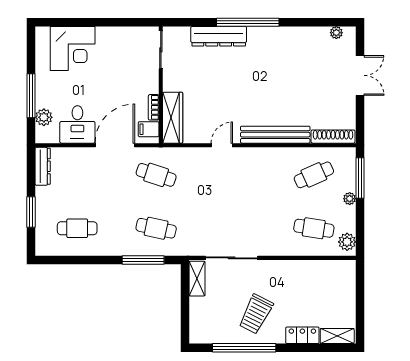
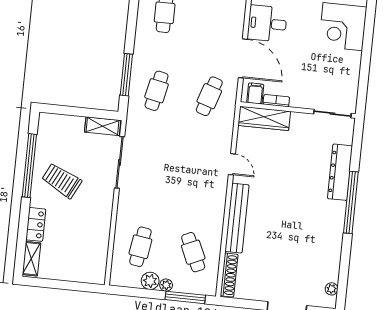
plant: (347, 242) -> (150, 281), moved

